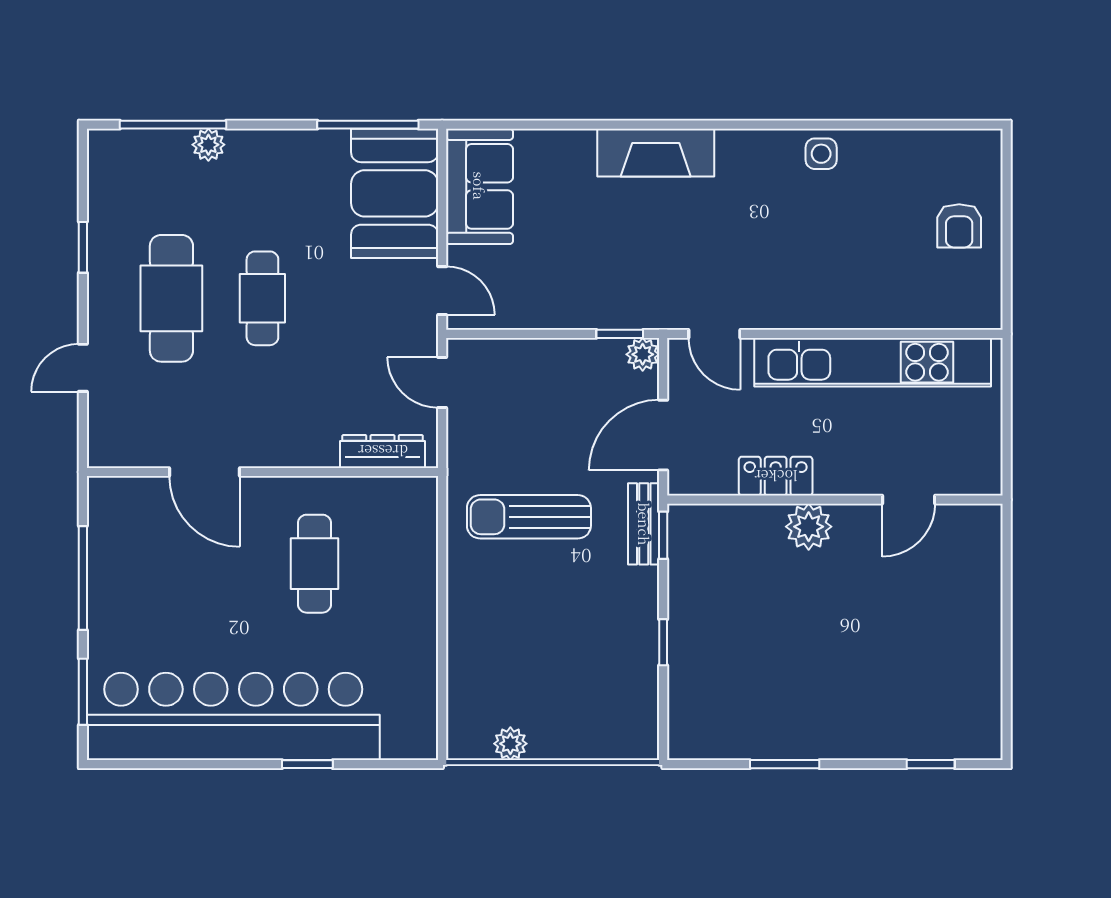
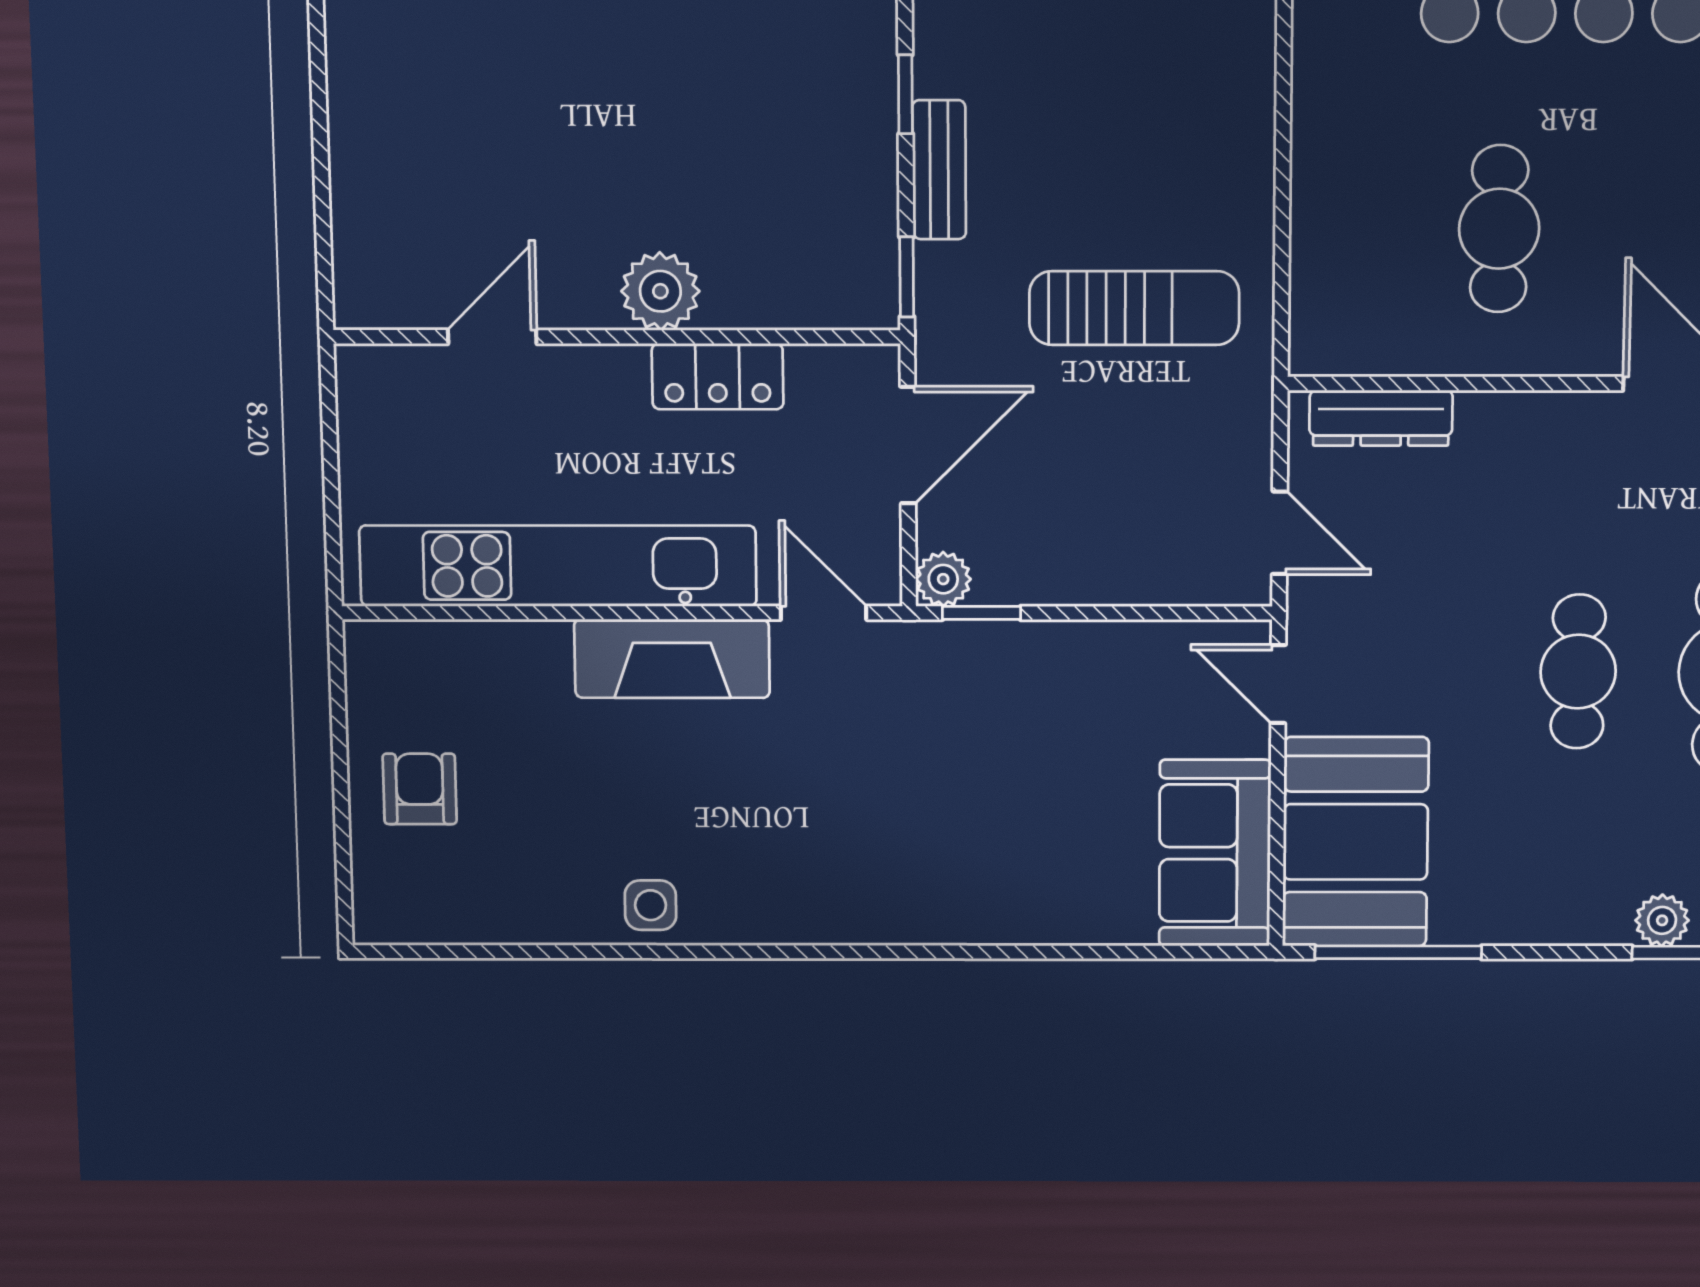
fireplace: (656, 153) -> (672, 659), moved, turned 180
bench: (644, 524) -> (939, 170), moved

